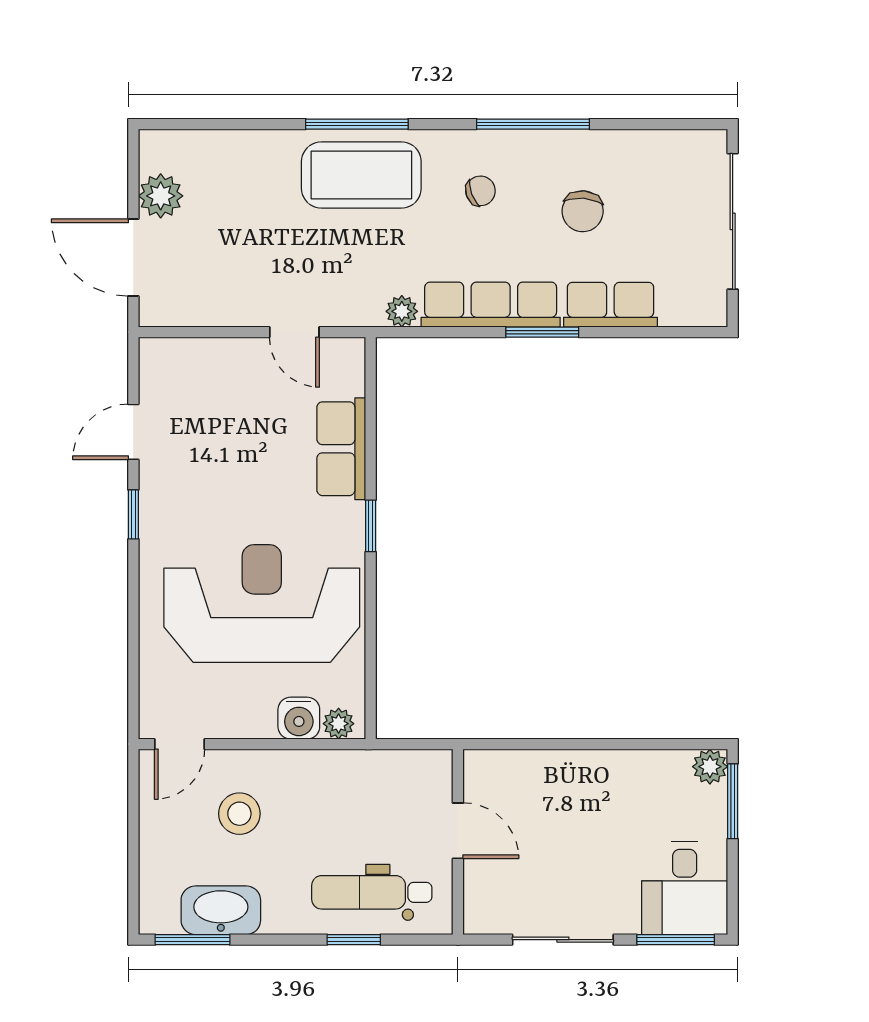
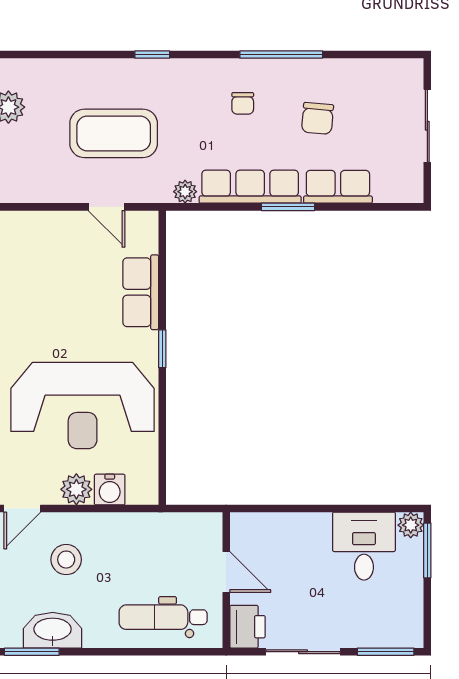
window: (357, 124) -> (152, 55), width x0.46
coffee table: (361, 175) -> (114, 133), moved
chair: (480, 191) -> (243, 103), turned 110
sliding door: (733, 221) -> (427, 126), width x0.73
reception desk: (262, 603) -> (83, 406), turned 180
plant: (339, 724) -> (76, 489), moved, width x1.38, depth x1.38
desk: (685, 888) -> (364, 546), moved, turned 180
printer: (487, 905) -> (248, 627), added
window: (354, 940) -> (150, 652), removed

